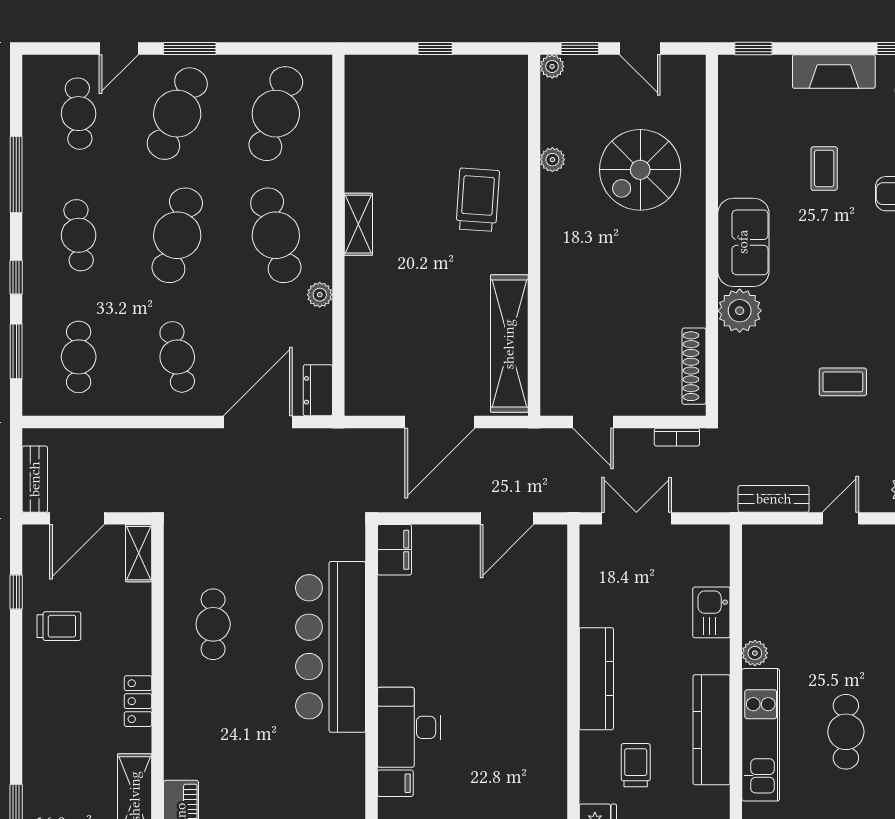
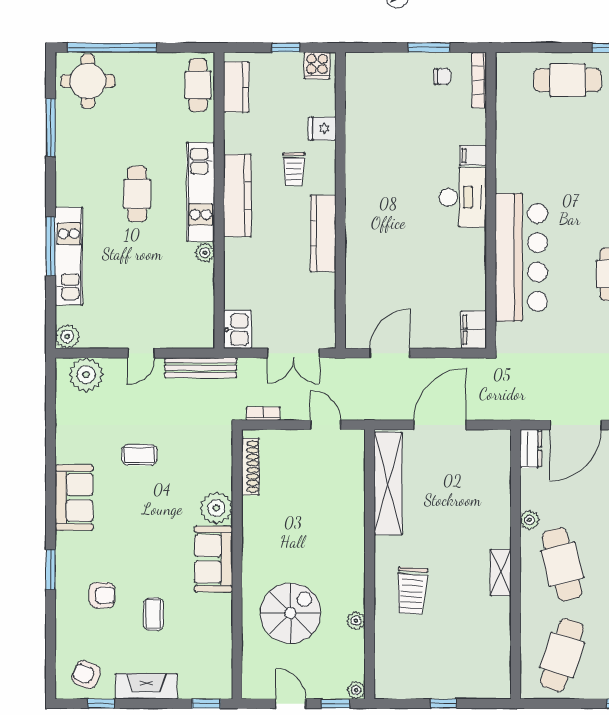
bench: (774, 499) -> (201, 368), width x1.36
kitchen sink: (711, 612) -> (237, 330), moved

